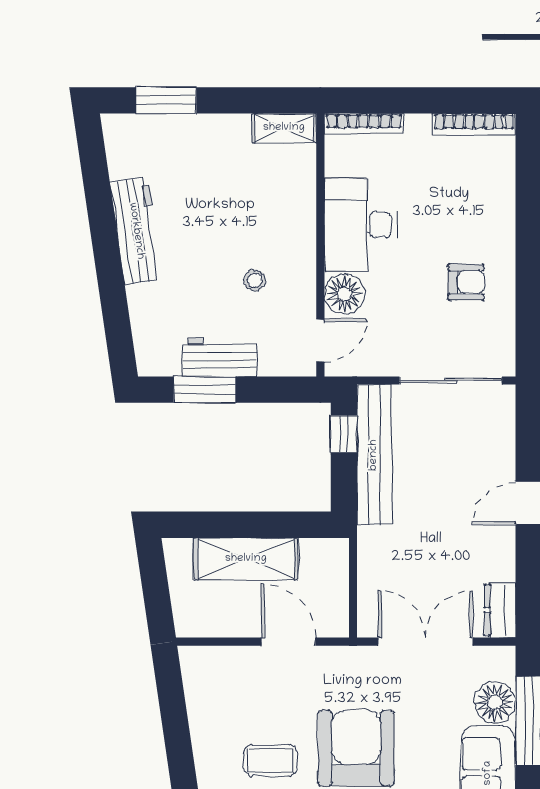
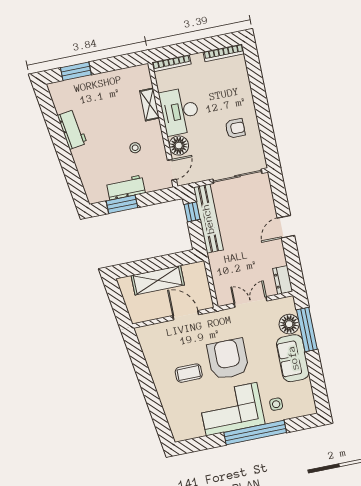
shelving: (284, 128) -> (149, 104), moved, turned 90
workbench: (136, 231) -> (72, 129), width x0.73
double door: (425, 642) -> (250, 302), width x0.73

